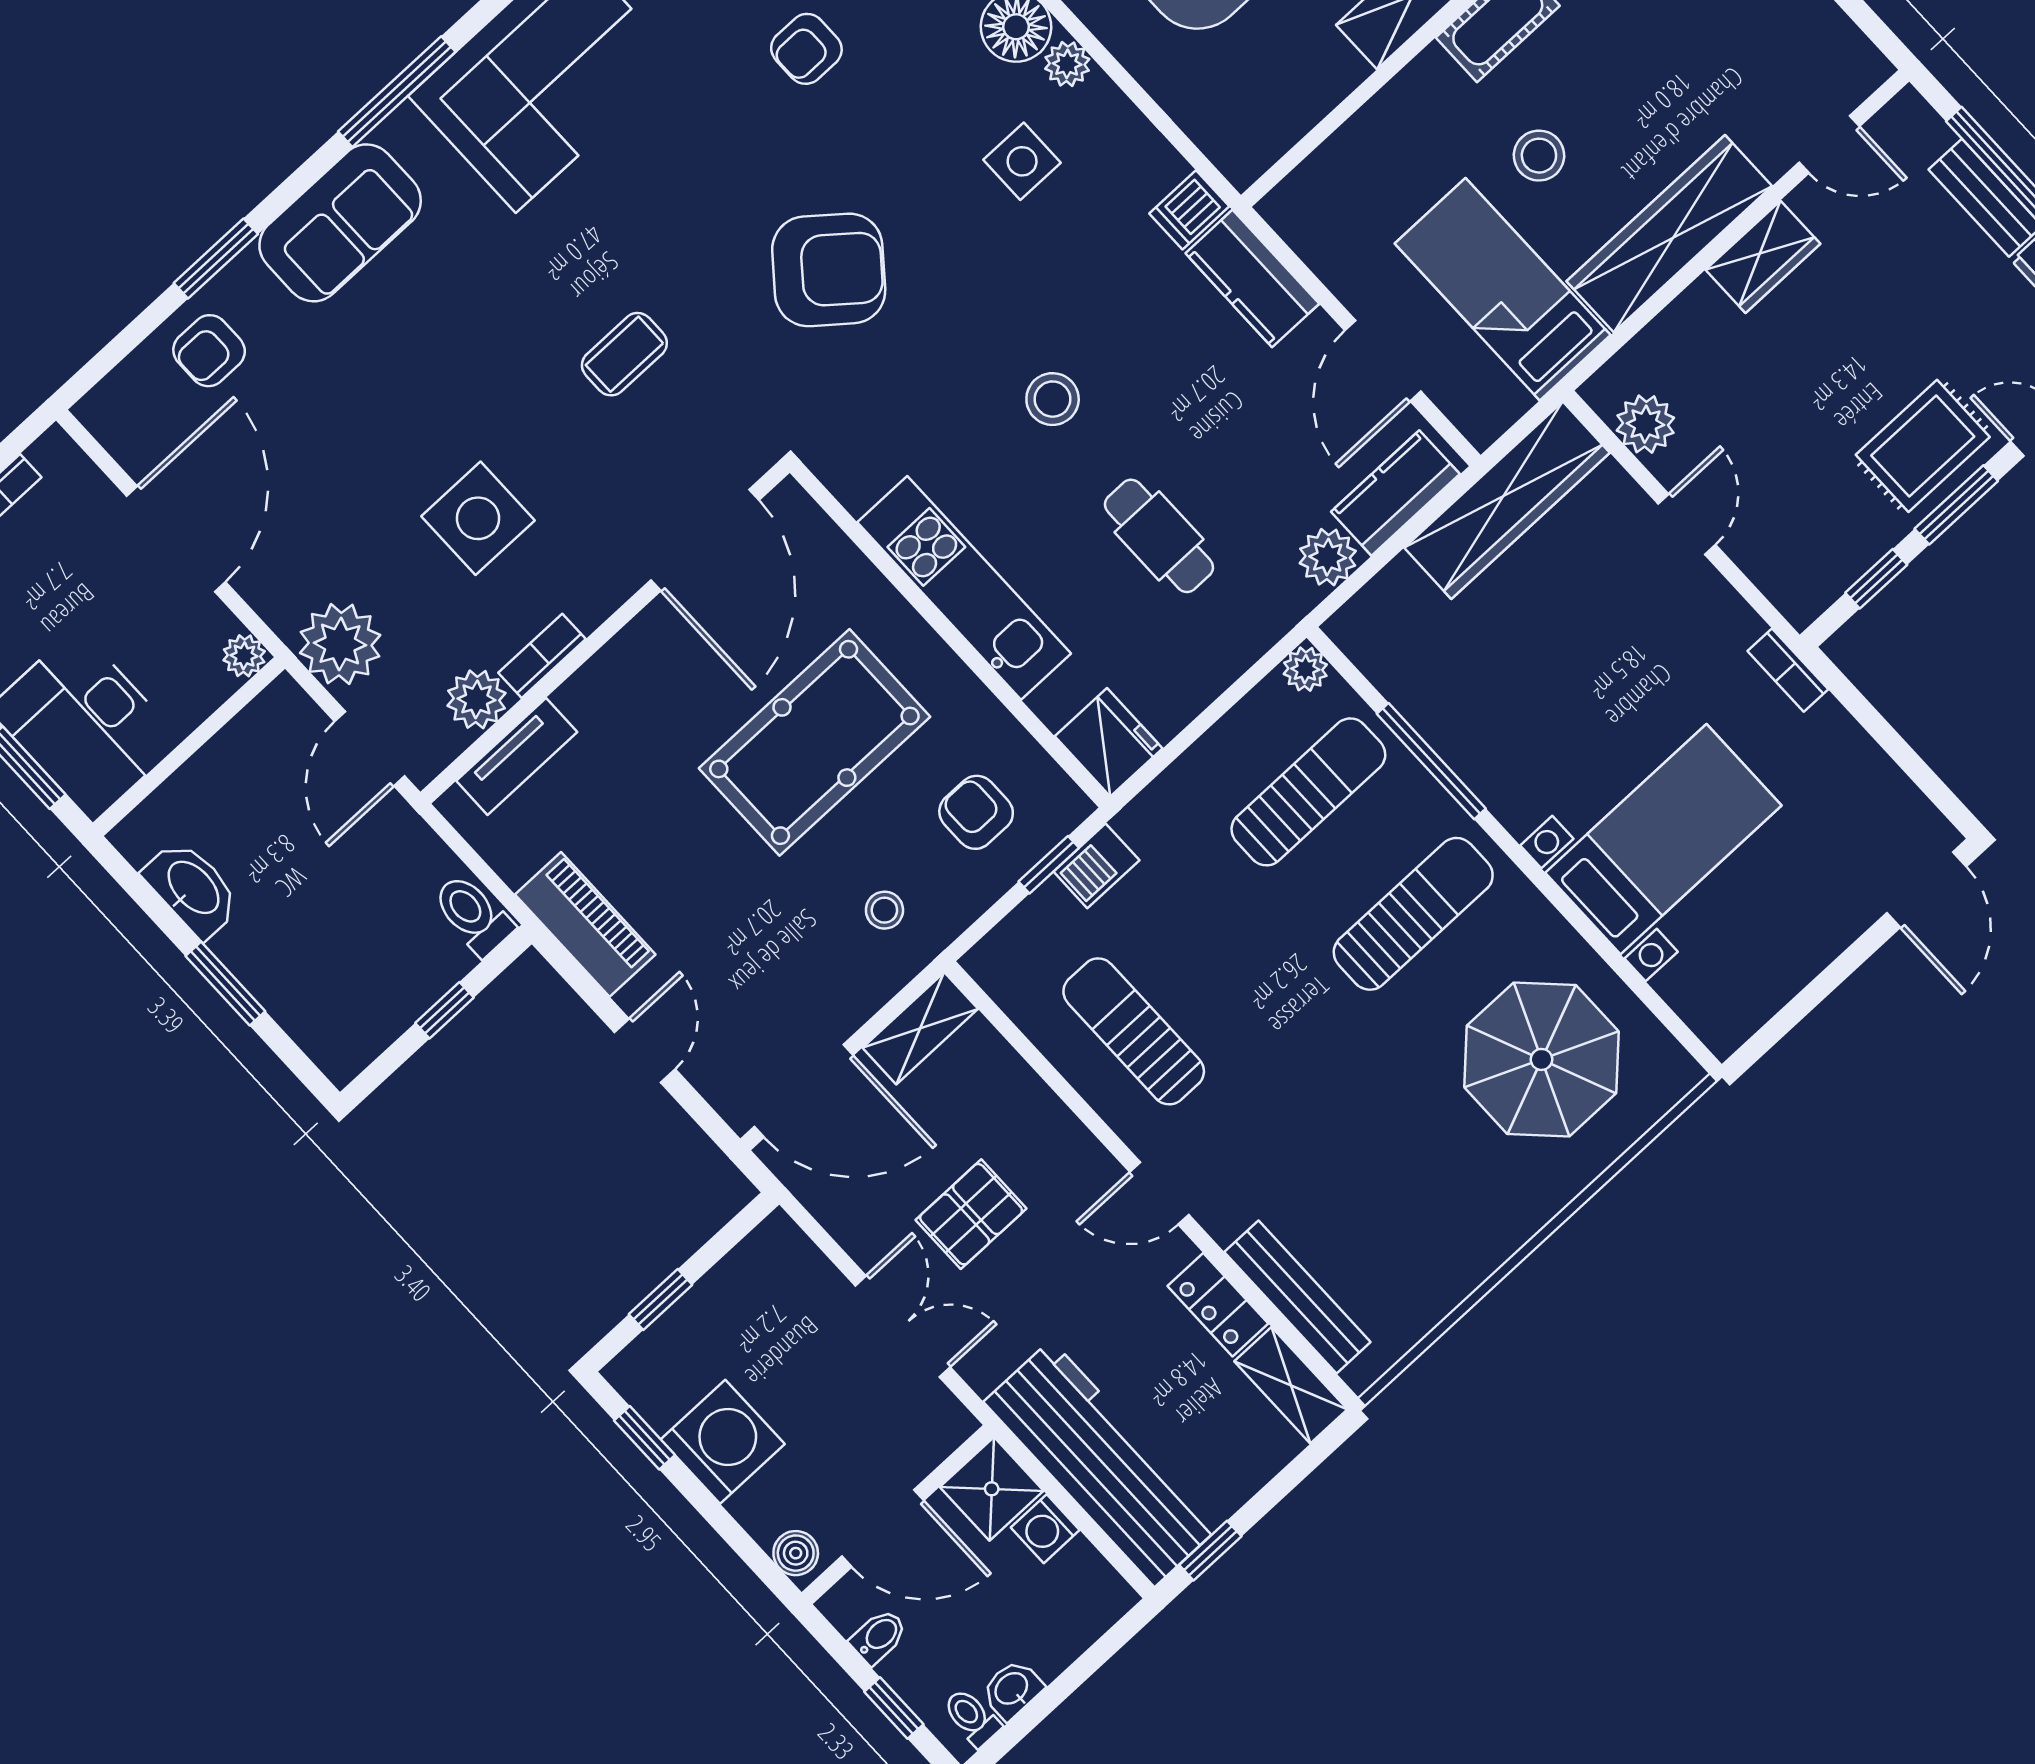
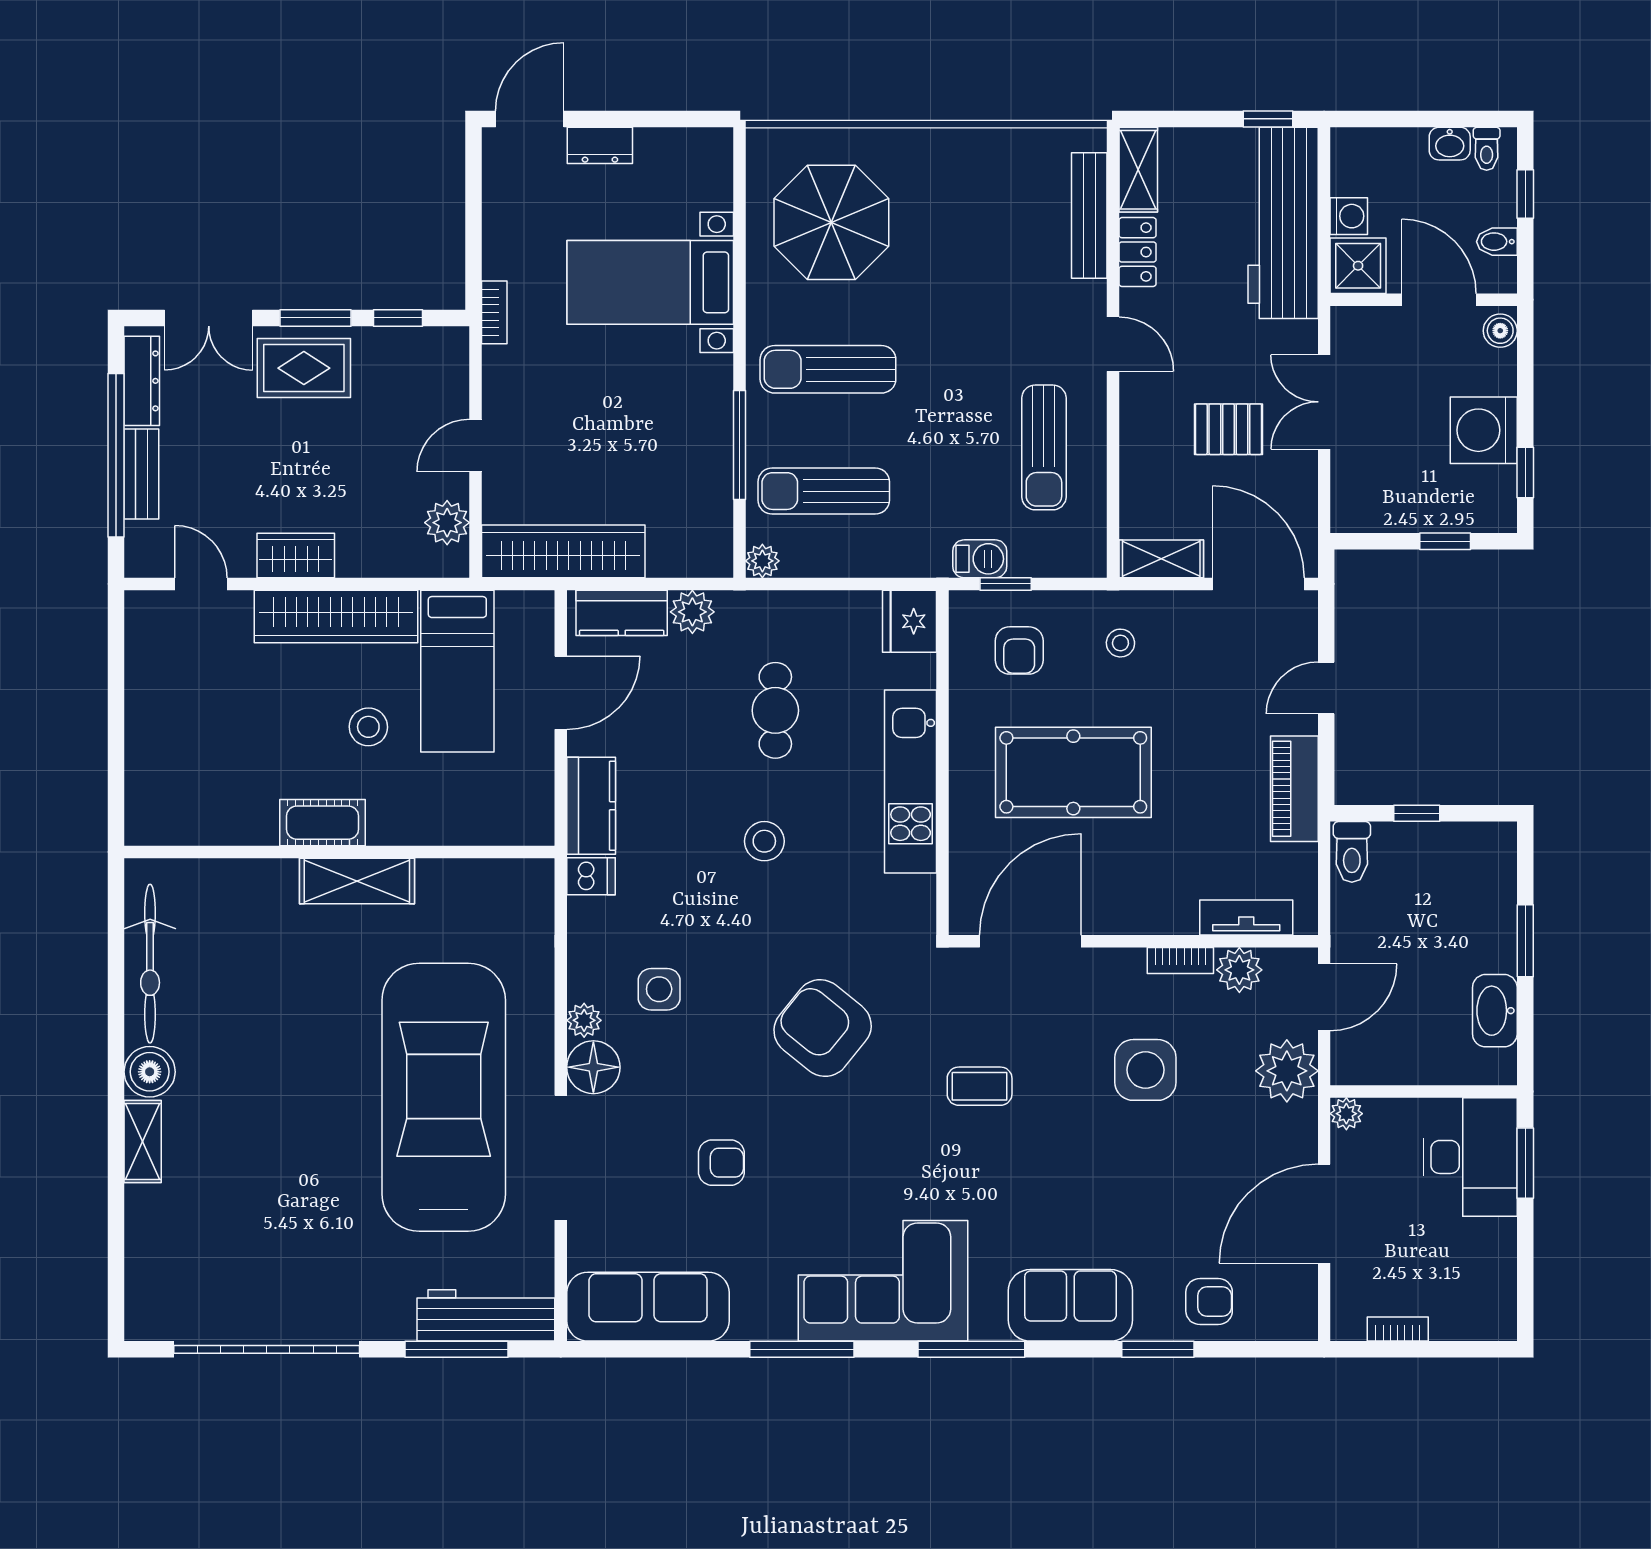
dresser: (1835, 927) -> (600, 145), added

